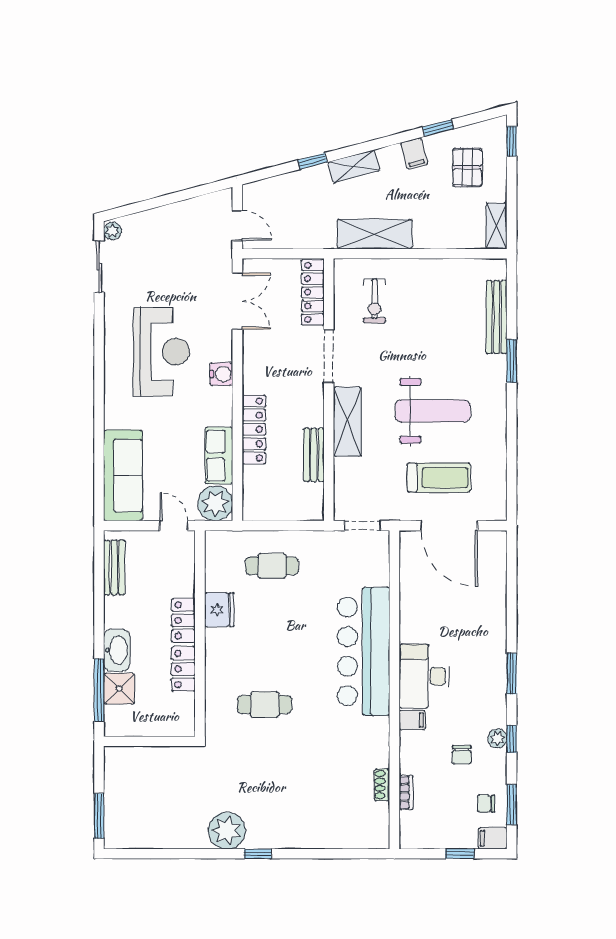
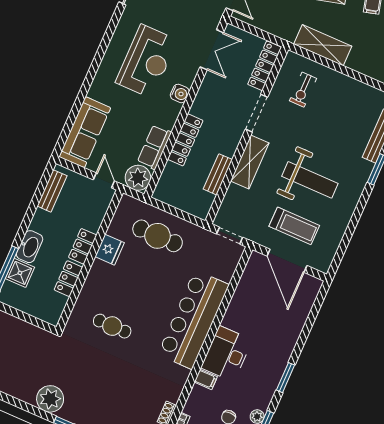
cafe table: (272, 566) -> (158, 236), width x1.37, depth x1.35

